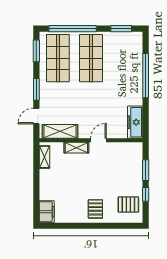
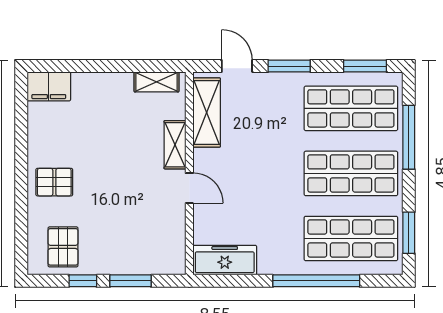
window: (73, 29) -> (409, 137), width x0.68
shop shelf: (124, 58) -> (351, 238), added

